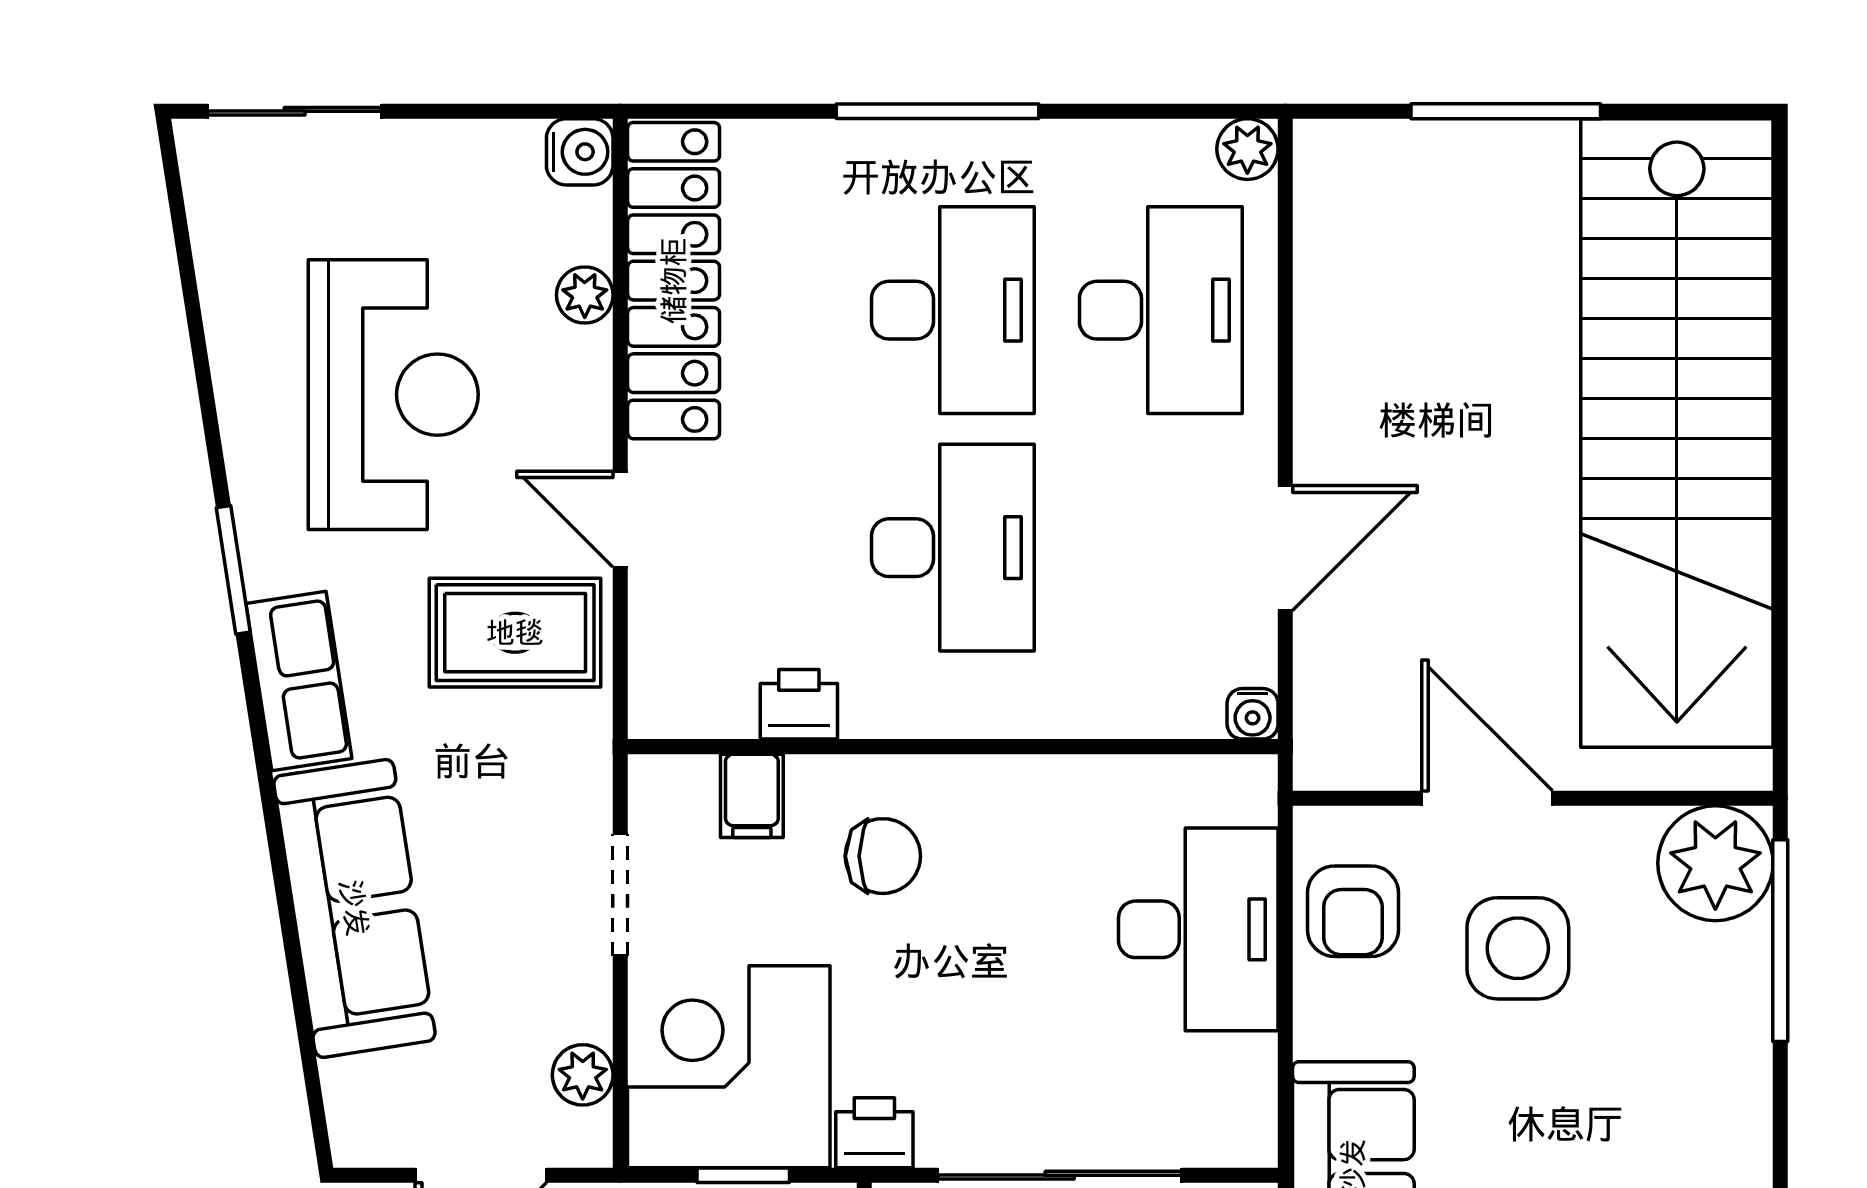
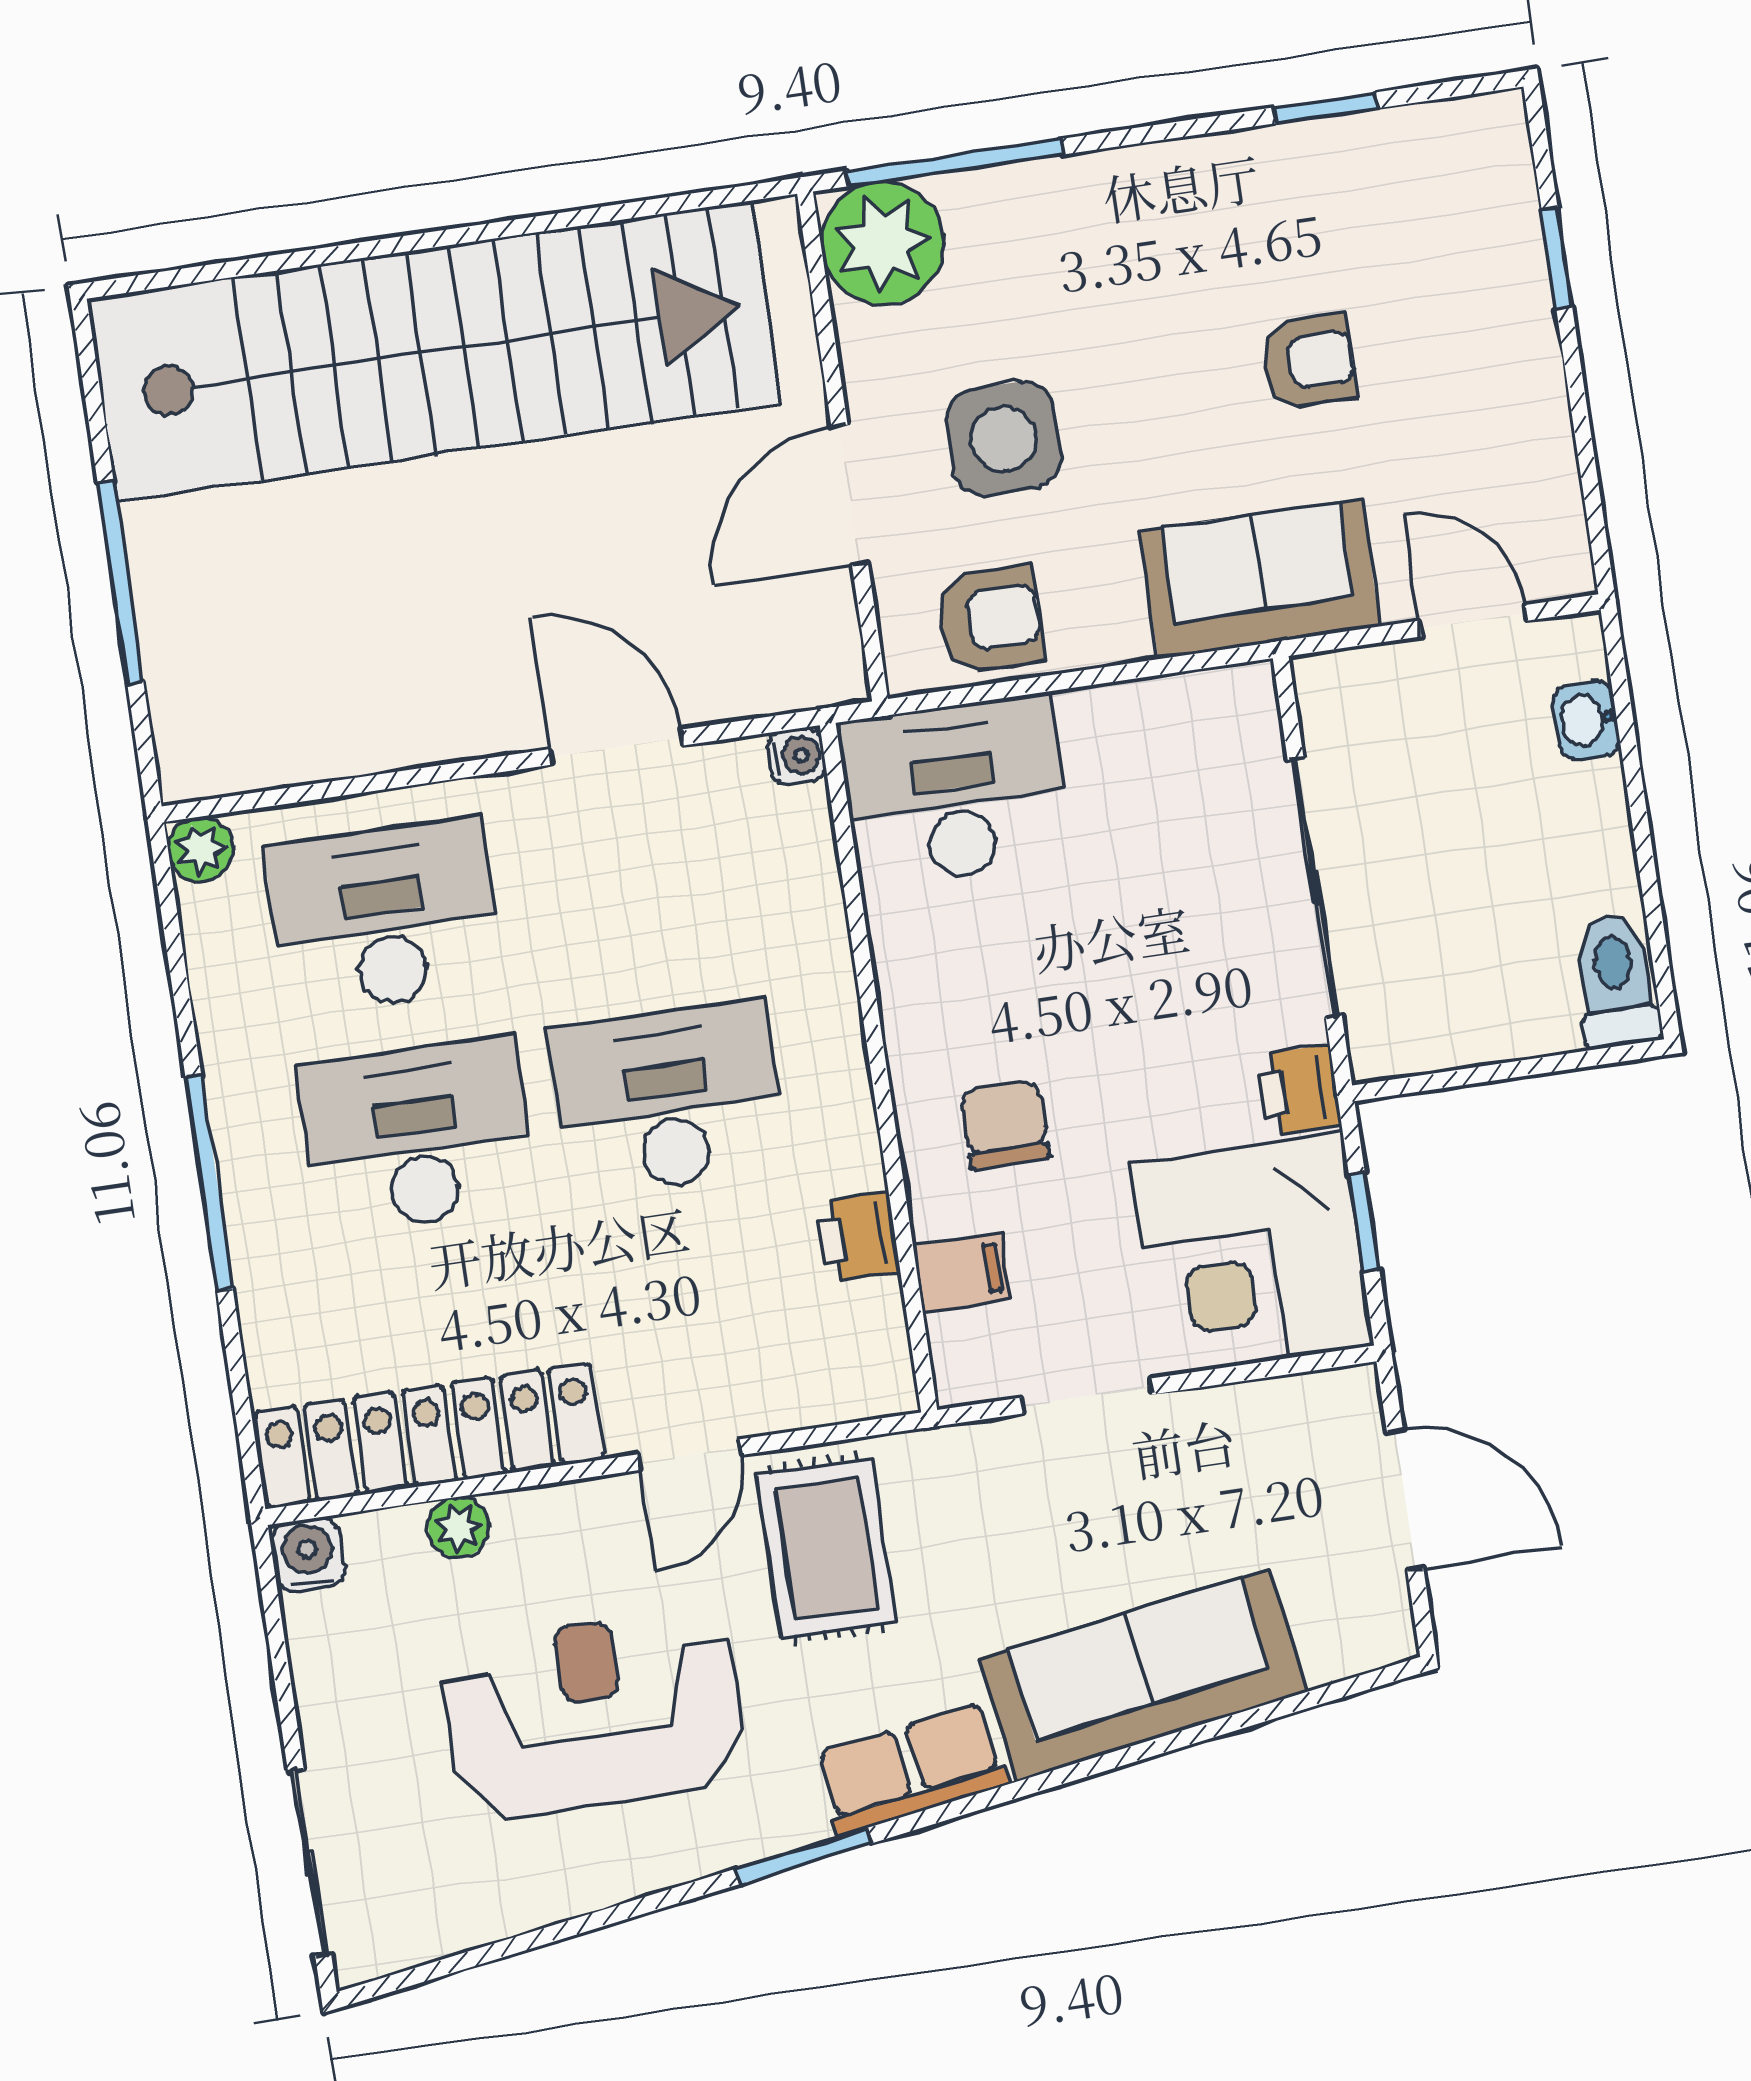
desk: (1198, 929) -> (955, 791), moved
plant: (583, 1075) -> (1283, 1408), removed

